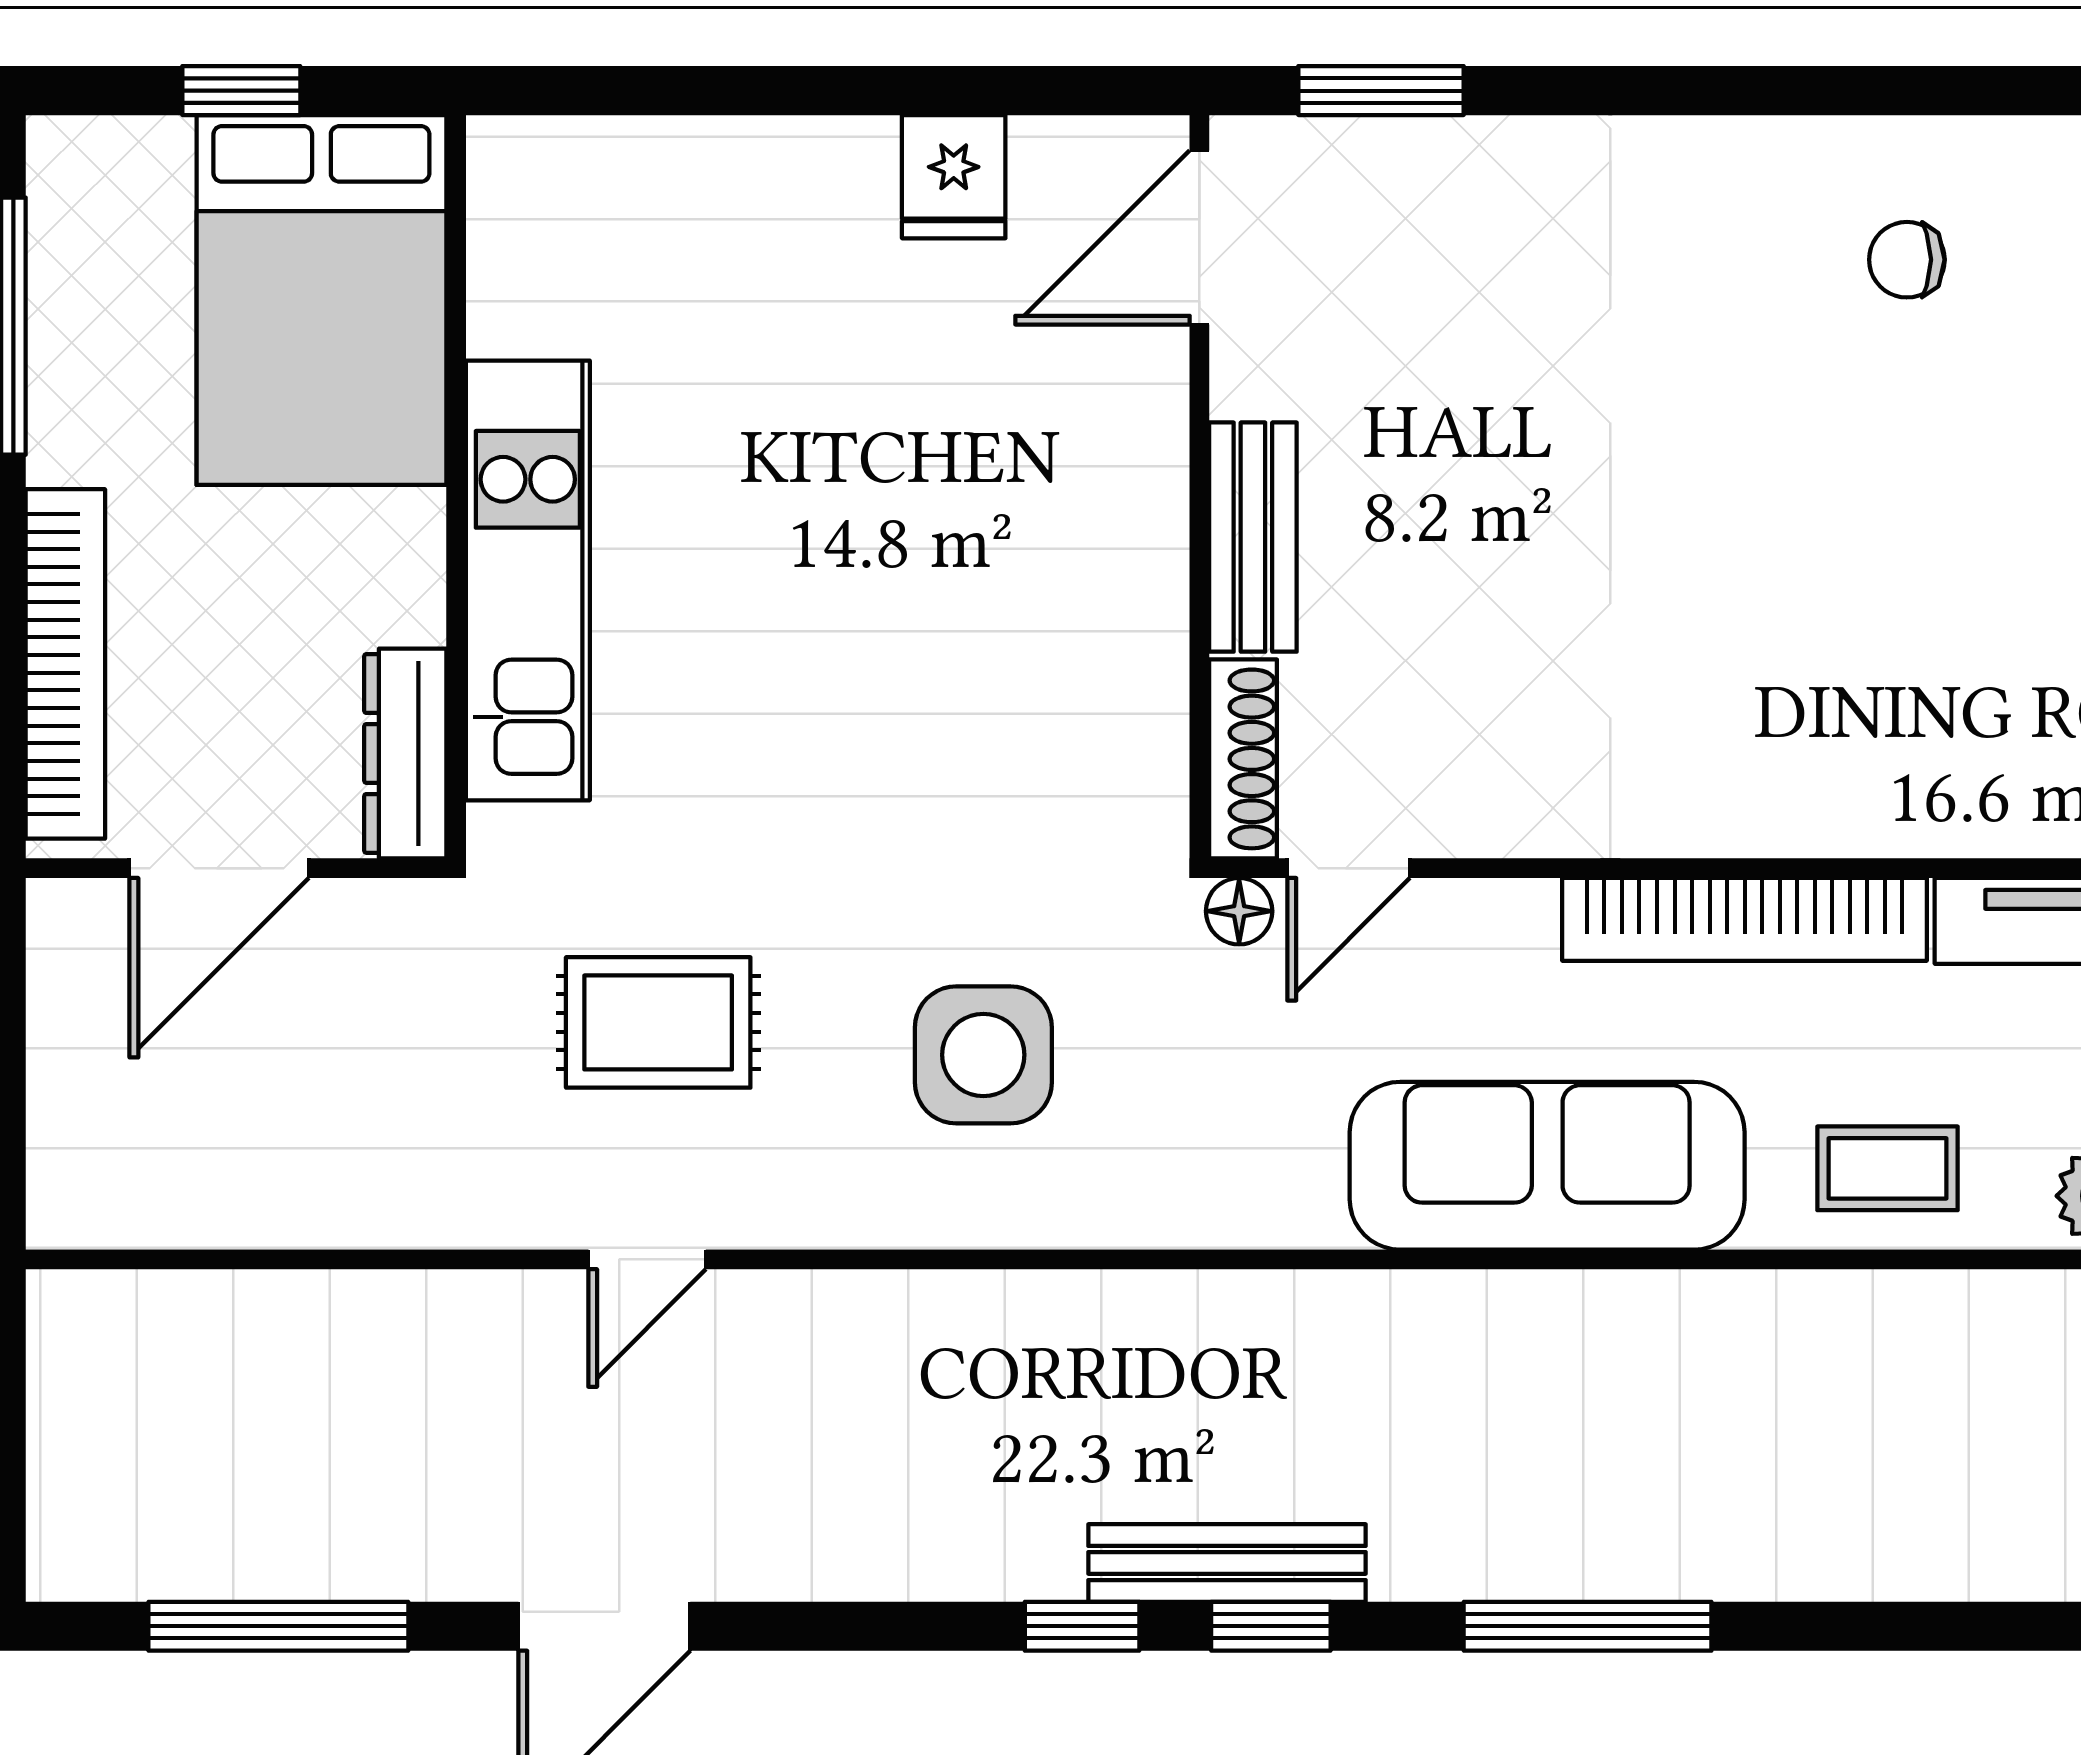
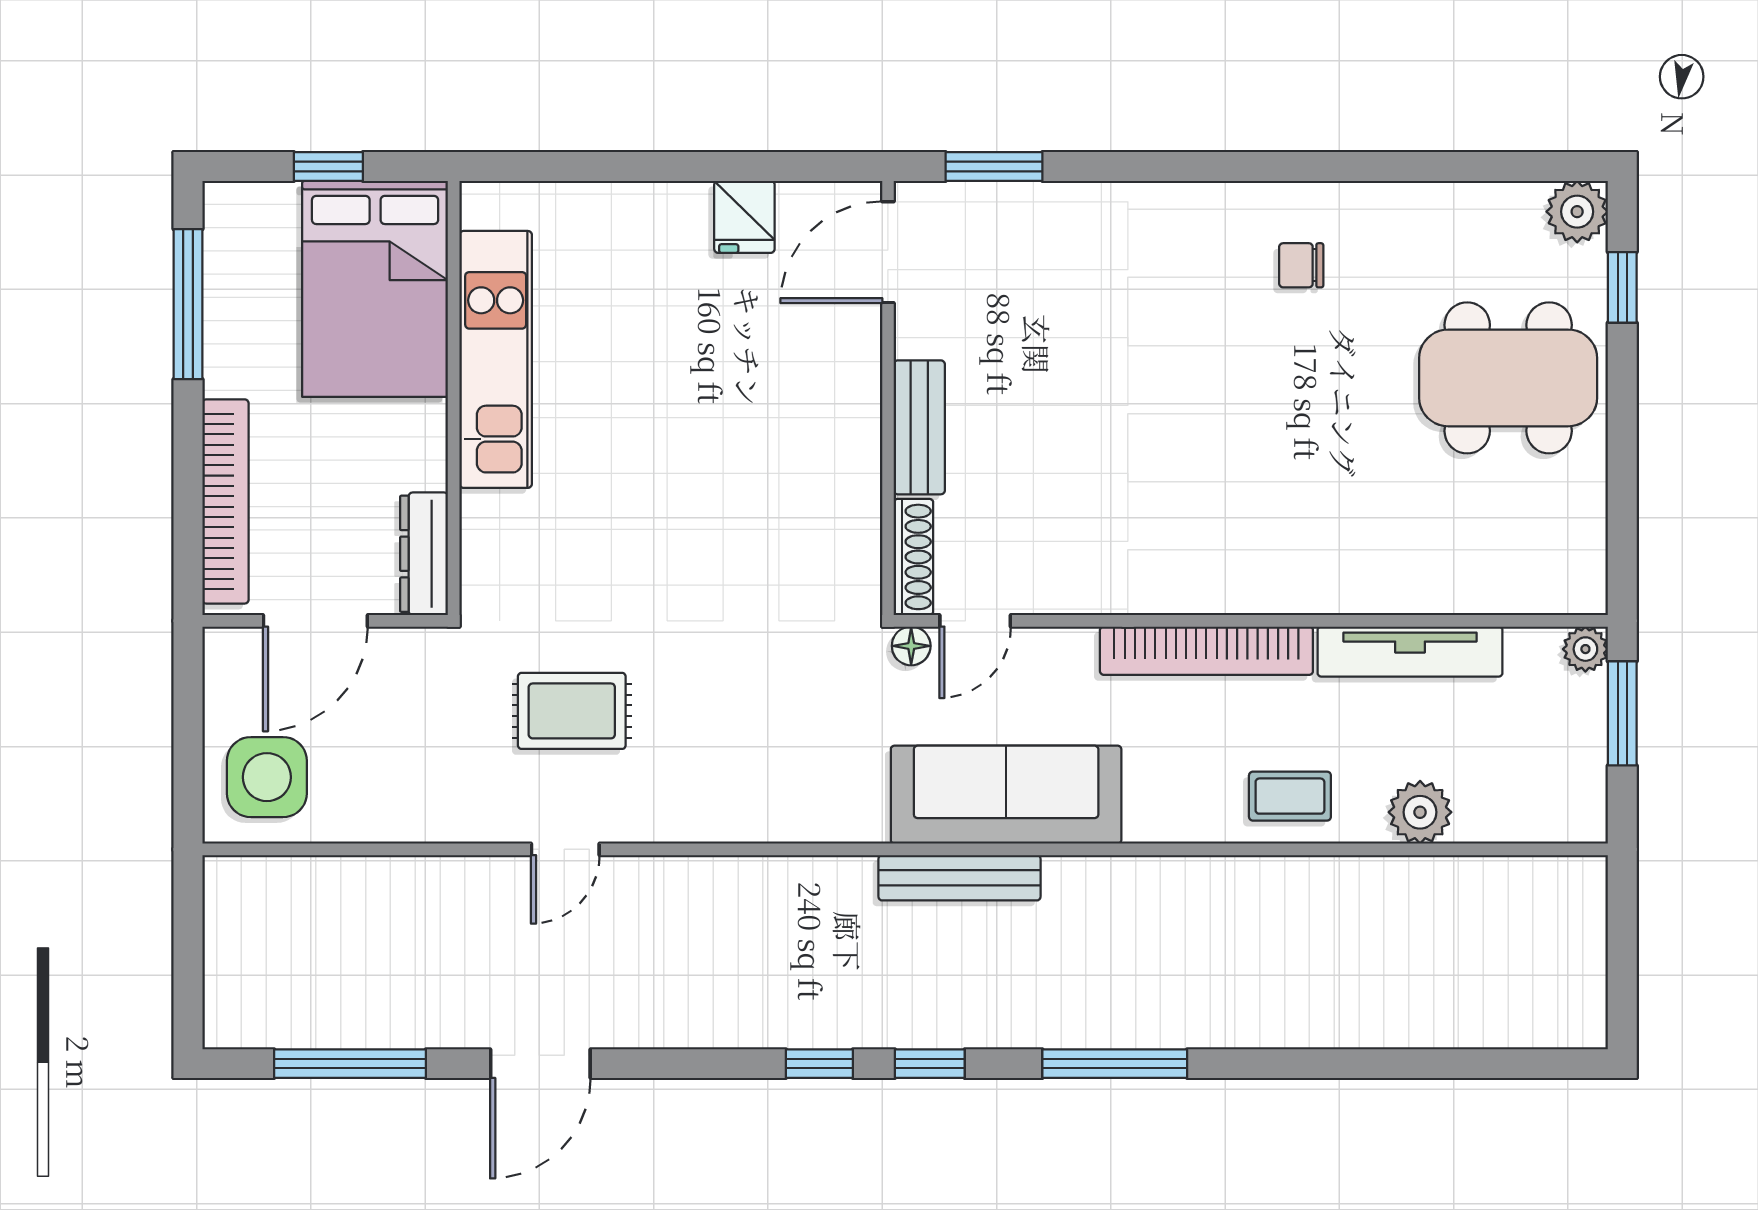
kitchen unit: (528, 580) -> (496, 359), moved
side table: (983, 1055) -> (267, 777), moved
sofa: (1547, 1166) -> (1006, 795), moved
bench: (1227, 1563) -> (959, 878), moved

